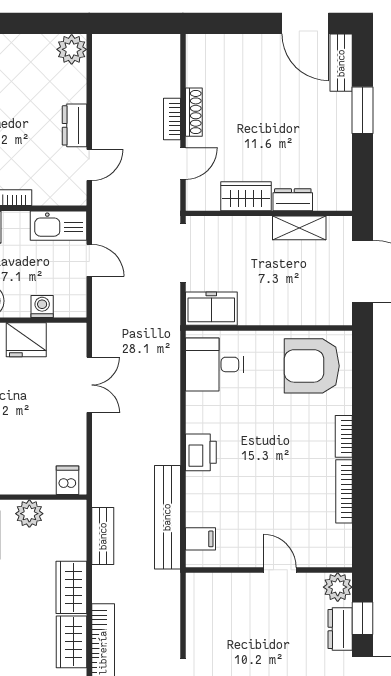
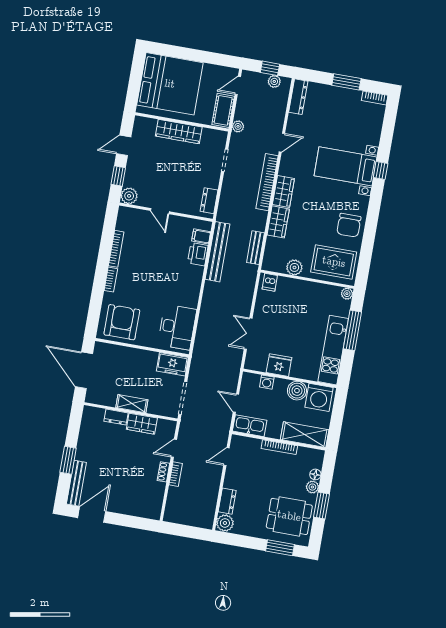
door: (305, 23) -> (92, 515), hinge flipped
bench: (341, 63) -> (76, 483), width x1.36
shoe rack: (194, 112) -> (163, 472), width x0.70
dresser: (75, 125) -> (227, 501), moved
shelving: (299, 228) -> (132, 404), moved
desk: (214, 364) -> (177, 327), width x1.37
armchair: (312, 366) -> (122, 322), turned -90
printer: (201, 452) -> (198, 254), moved
dresser: (340, 629) -> (209, 201), moved, turned 180

